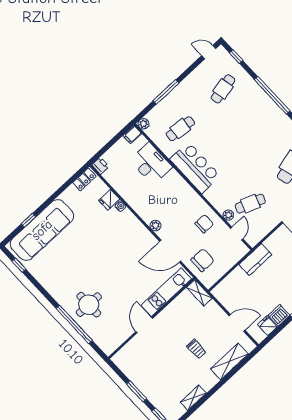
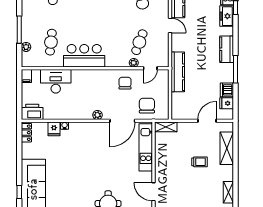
plant: (143, 124) -> (26, 47), moved
printer: (100, 166) -> (32, 112), width x1.87, depth x1.48
door: (237, 234) -> (150, 68), swing flipped
kitchen counter: (255, 260) -> (178, 72), width x1.50
door: (144, 325) -> (154, 192), moved

